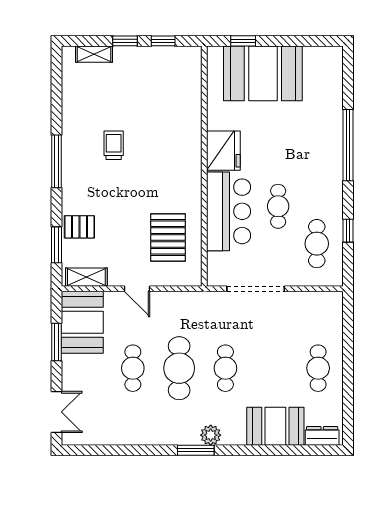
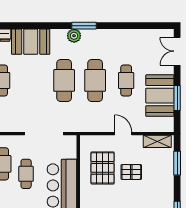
cafe table: (278, 206) -> (26, 174), moved
pallet: (79, 227) -> (131, 172), moved
booth: (82, 322) -> (160, 96), moved
cafe table: (225, 368) -> (64, 80), width x1.37, depth x1.35

